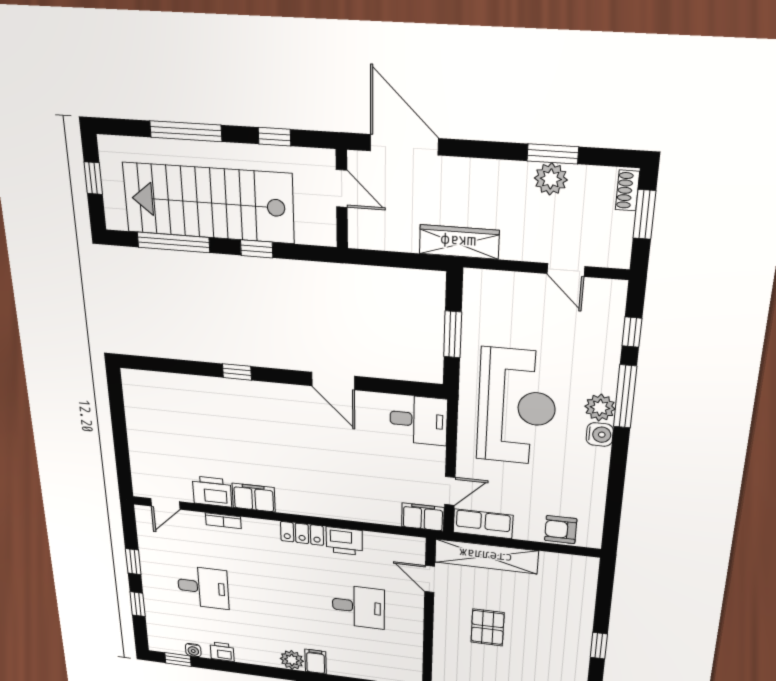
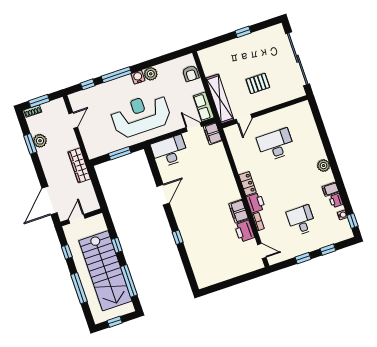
plant: (600, 408) -> (151, 74), moved
desk: (419, 420) -> (170, 151), width x1.37
printer: (344, 541) -> (256, 203), moved
desk: (358, 607) -> (276, 145), width x1.37
filing cabinet: (316, 661) -> (330, 189), moved

